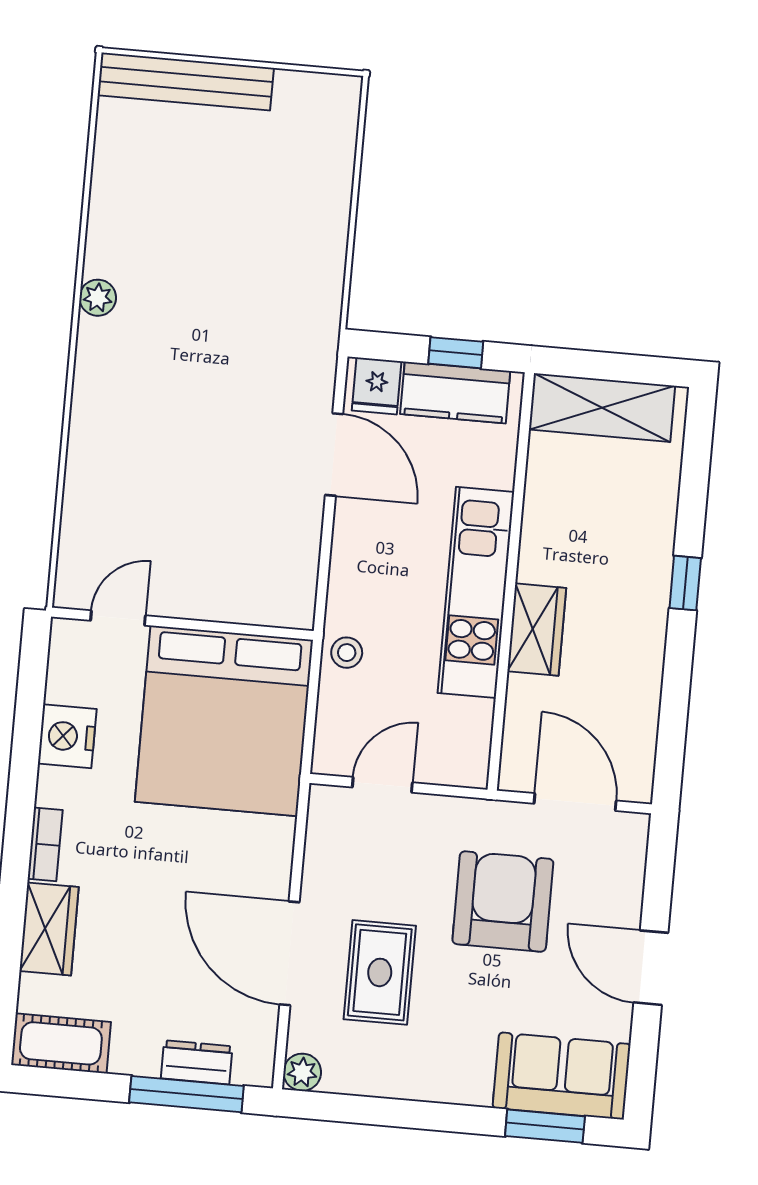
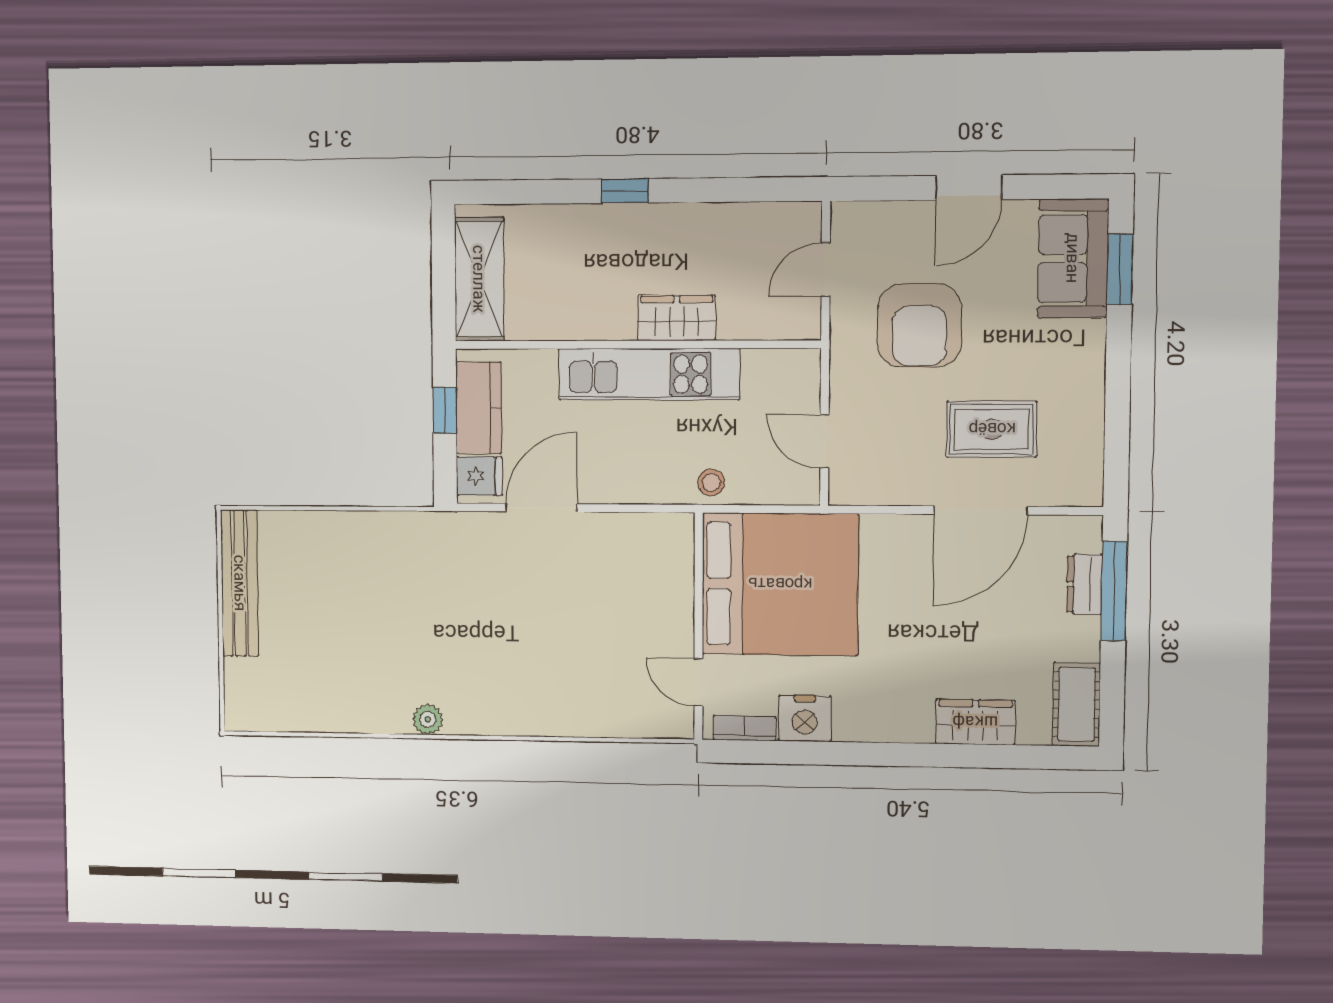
bench: (186, 82) -> (240, 583), moved
door: (575, 802) -> (826, 270), width x0.73
bookcase: (45, 844) -> (744, 728), moved
armchair: (503, 901) -> (919, 326), turned -90
plant: (302, 1072) -> (1087, 490), removed

